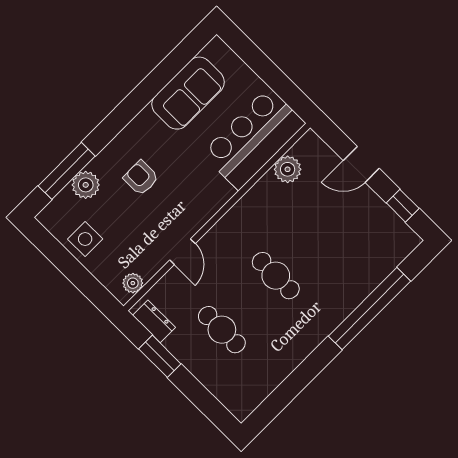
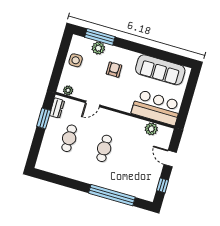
sofa: (188, 93) -> (160, 70), width x1.36

